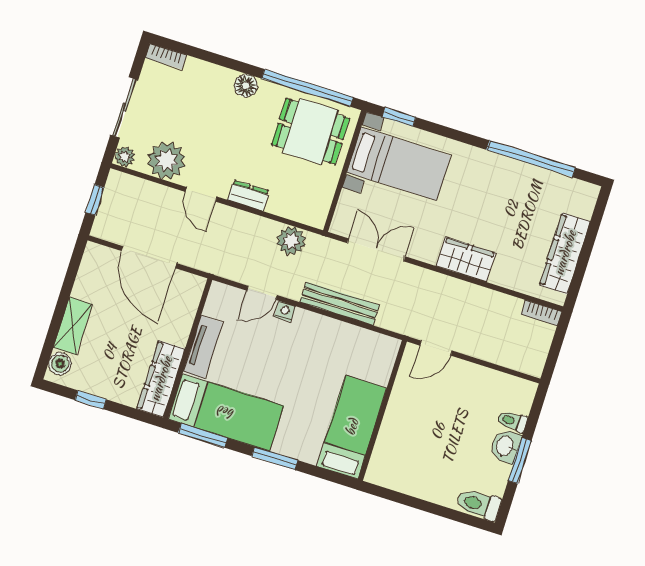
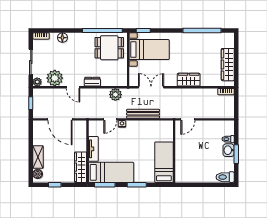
floor lamp: (246, 86) -> (62, 38), moved

